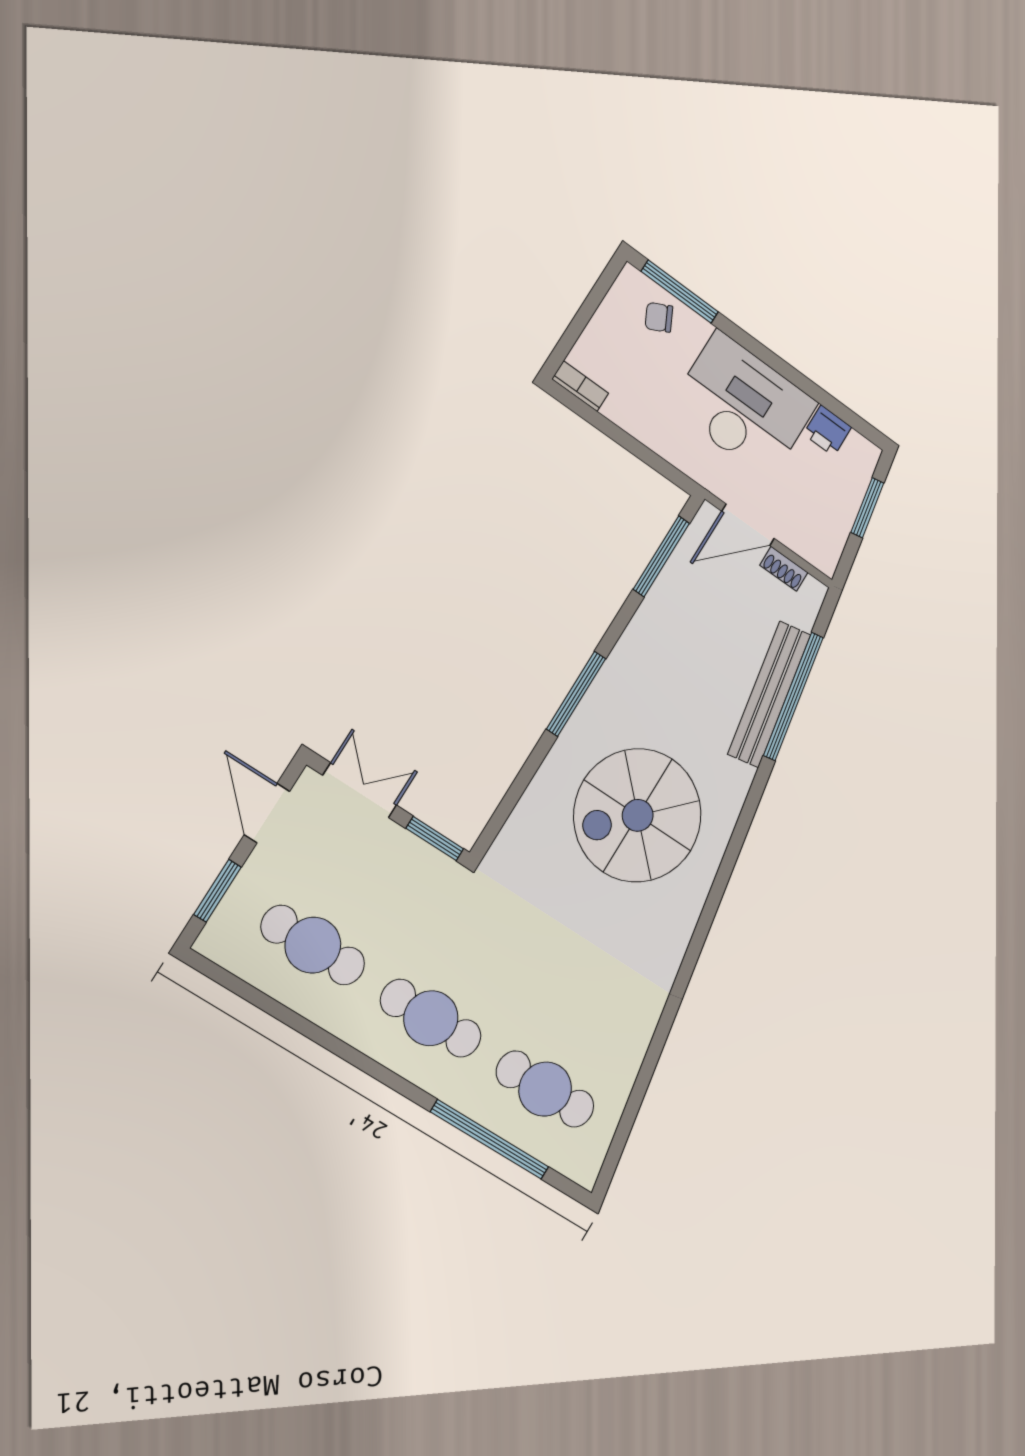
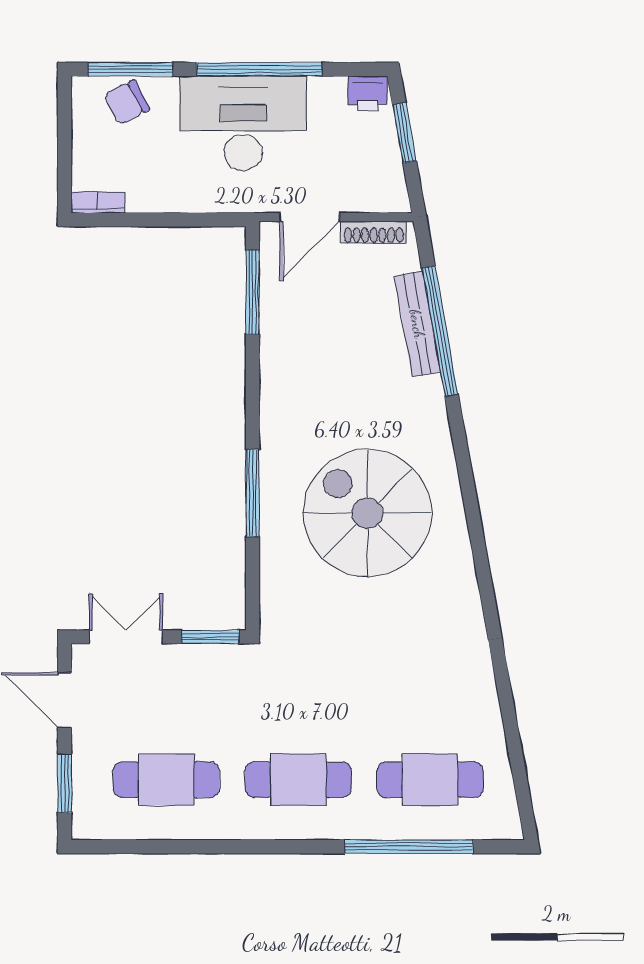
chair: (659, 317) -> (127, 102), width x1.37, depth x1.37
window: (785, 370) -> (259, 69), added
printer: (827, 431) -> (368, 94), moved
shoe rack: (784, 569) -> (374, 232), width x1.43
window: (576, 694) -> (253, 493), moved
bench: (769, 694) -> (417, 324), width x0.73, depth x0.82
spiral stairs: (638, 815) -> (367, 513), turned 90

